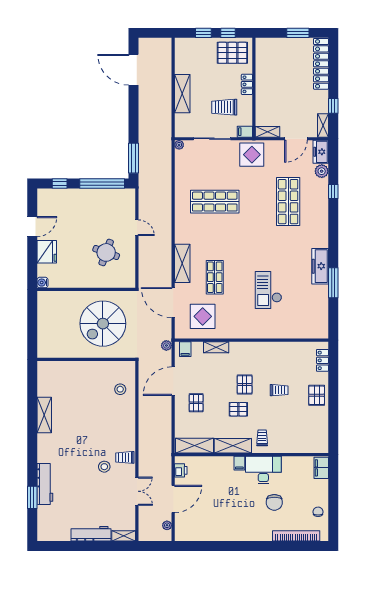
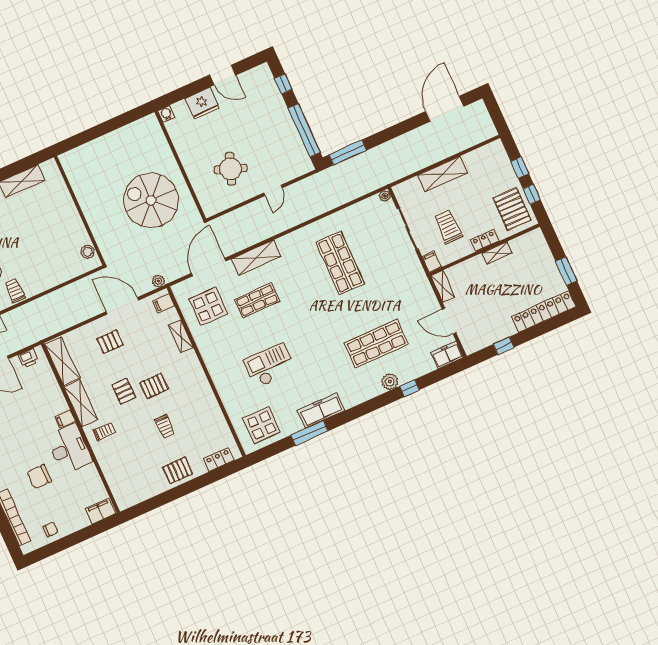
shelving: (323, 125) -> (497, 253), moved
display table: (252, 155) -> (262, 425), moved
plant: (322, 171) -> (390, 382), moved
wall: (86, 359) -> (80, 211), moved

